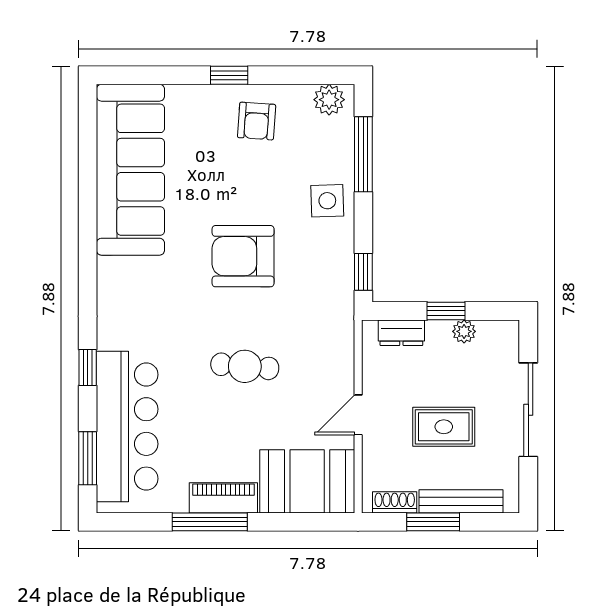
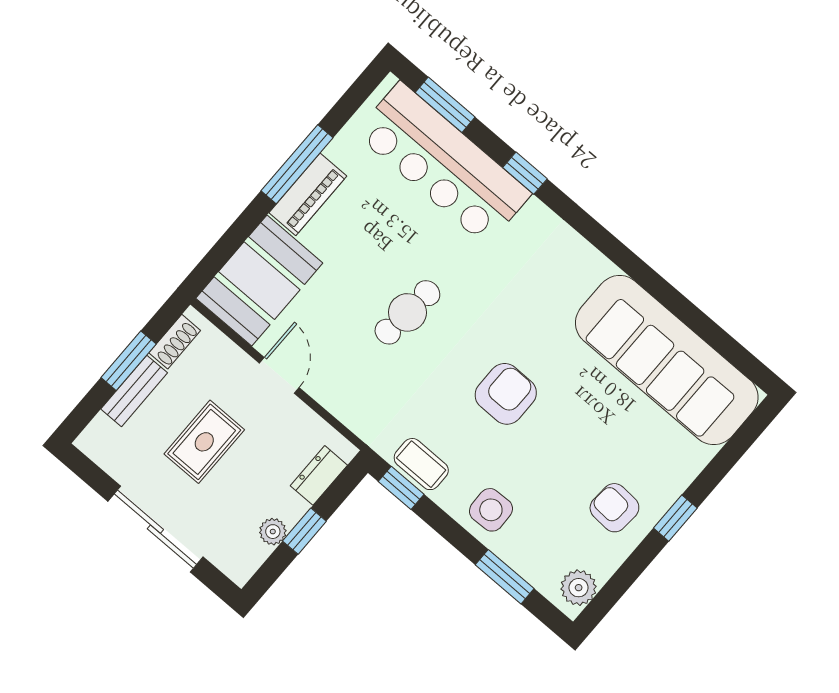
window: (363, 154) -> (505, 577), width x0.69
armchair: (243, 256) -> (506, 394), width x0.73, depth x0.73
coffee table: (336, 272) -> (421, 464), added
bench: (461, 501) -> (134, 391), width x0.73

